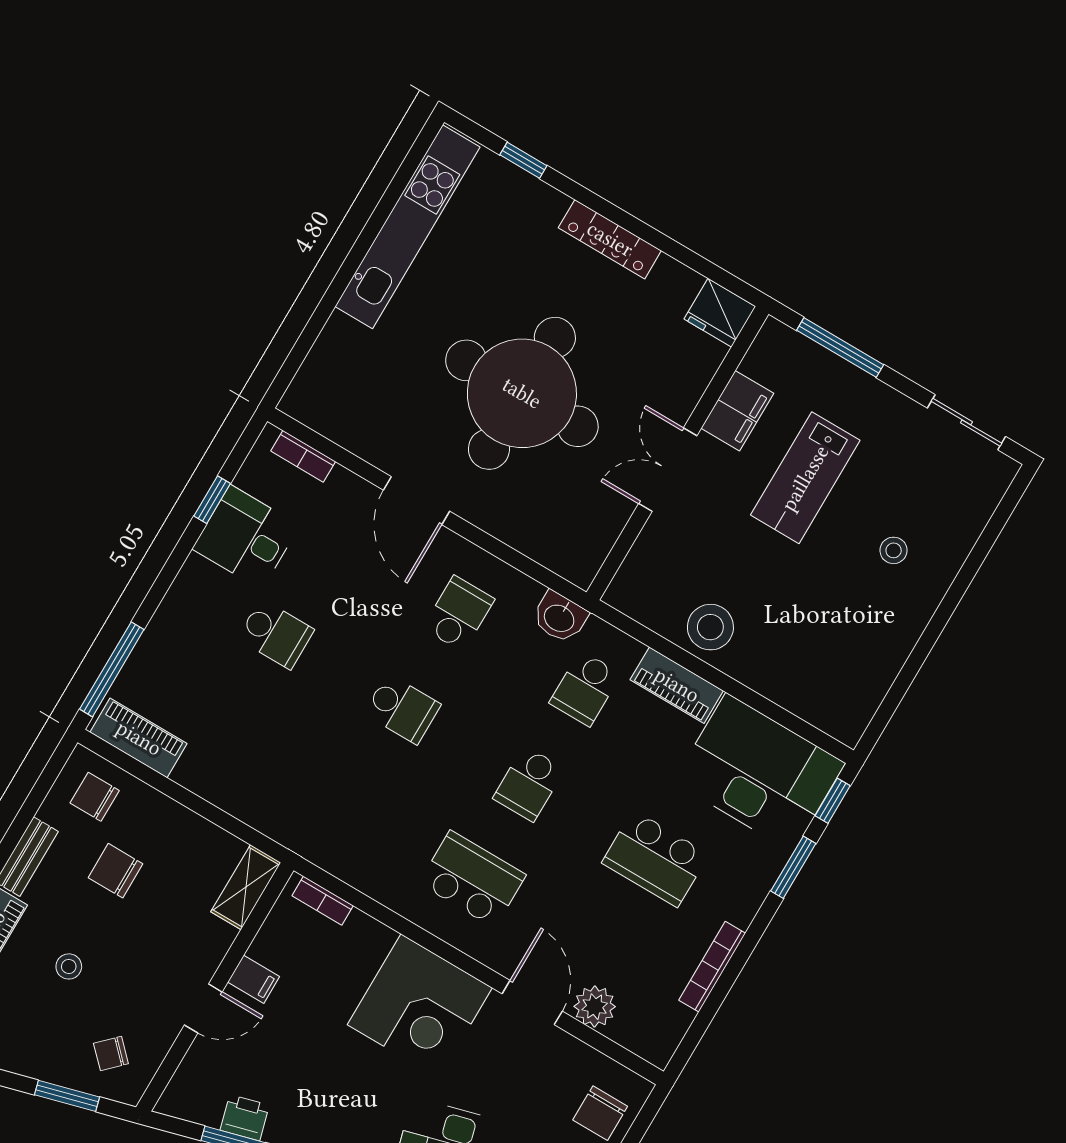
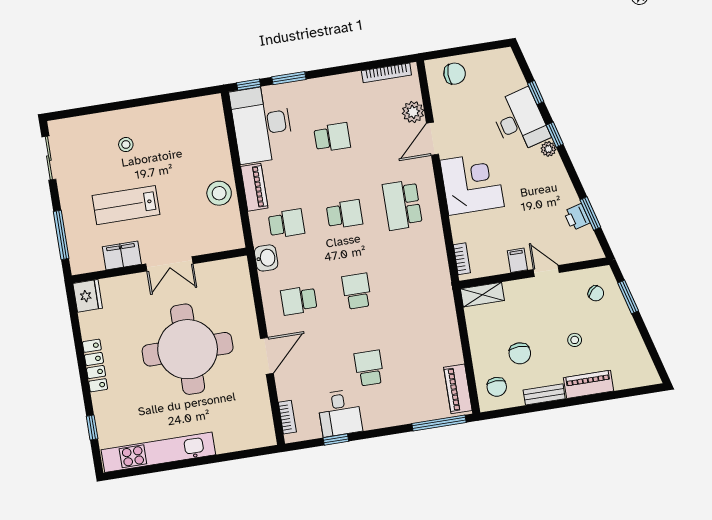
lab bench: (805, 478) -> (126, 205), turned 180
school desk: (655, 859) -> (332, 137), width x0.54
bookcase: (712, 967) -> (386, 73), moved

